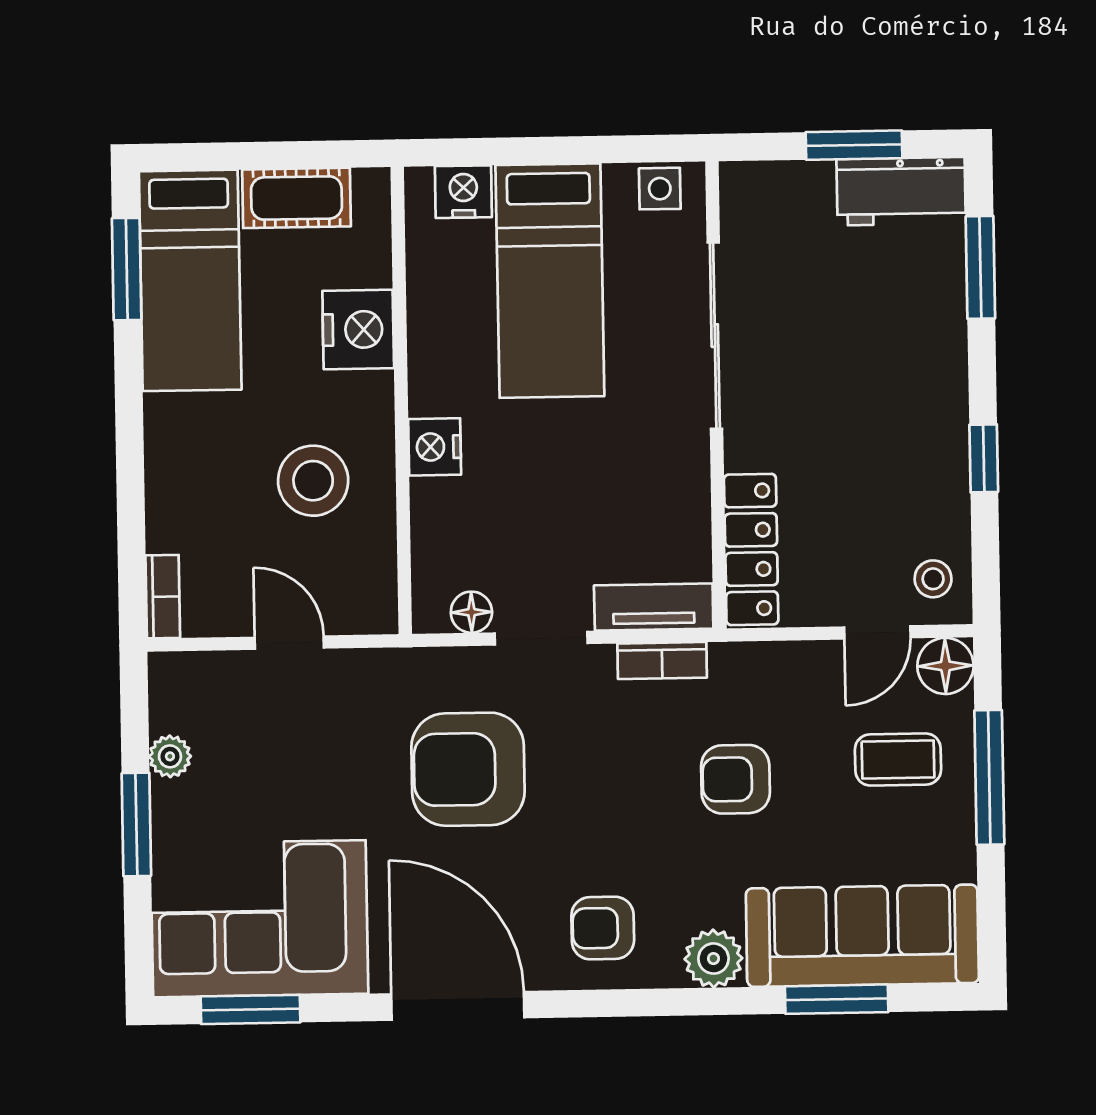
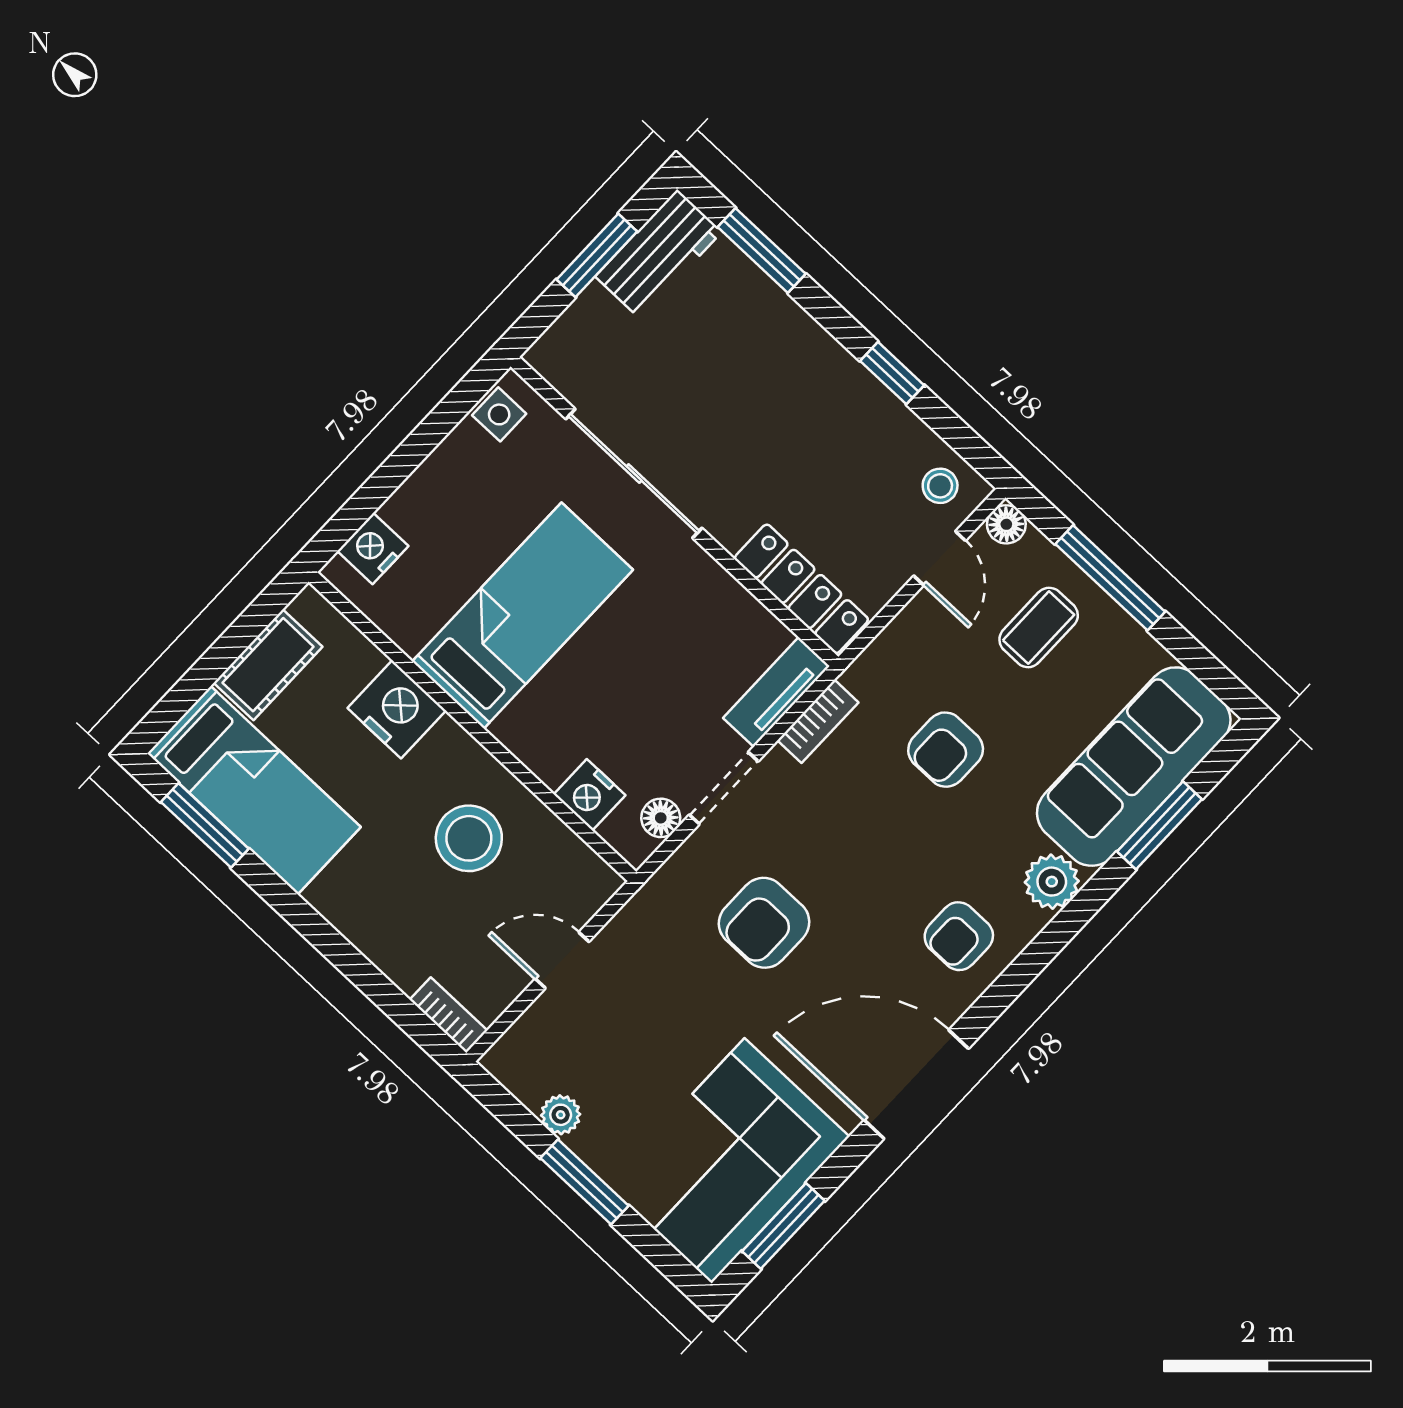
bed: (550, 281) -> (523, 615), moved, turned -90
nightstand: (435, 447) -> (590, 795), moved
floor lamp: (945, 666) -> (1006, 524), width x0.73, depth x0.73
armchair: (468, 769) -> (764, 923), width x0.73, depth x0.73

